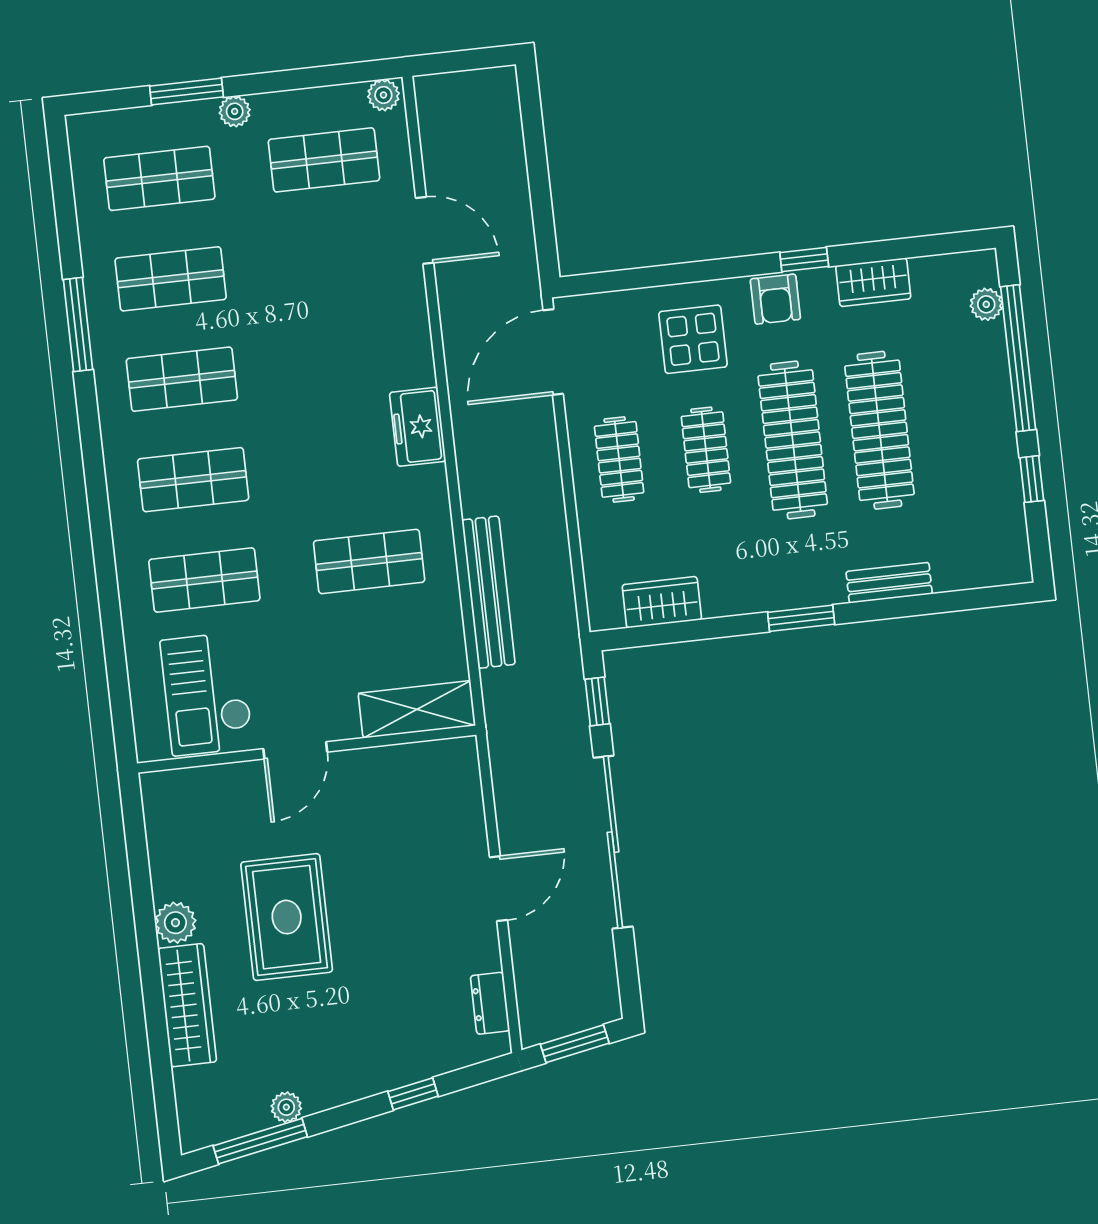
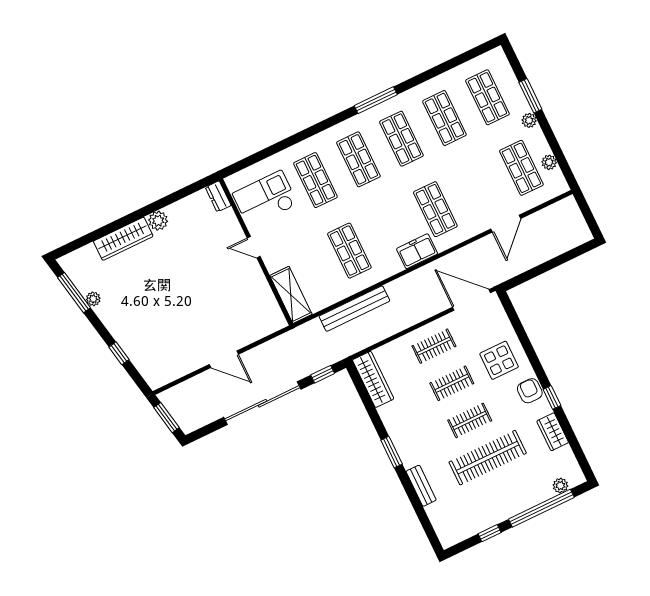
plant: (383, 95) -> (549, 162), moved
armchair: (775, 299) -> (530, 391), turned 90
window: (78, 325) -> (376, 100), moved
shop shelf: (347, 361) -> (435, 209), added
clothes rail: (793, 440) -> (470, 420), width x0.54, depth x0.76
wardrobe: (662, 602) -> (373, 379), width x1.50
door: (295, 750) -> (254, 247), width x0.73
rug: (287, 917) -> (178, 269), removed
dresser: (490, 1003) -> (218, 196), moved, turned -90

